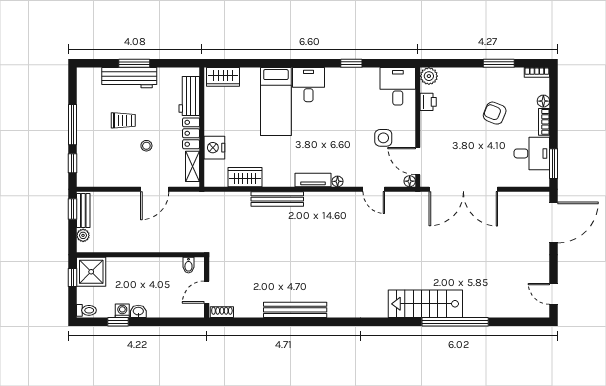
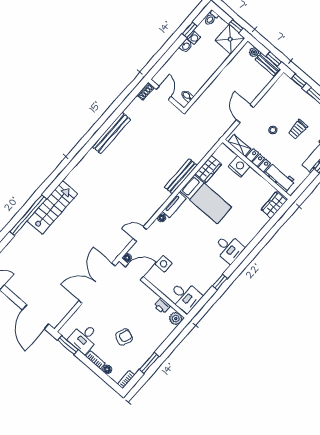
bed: (276, 101) -> (206, 199), moved, turned 180

